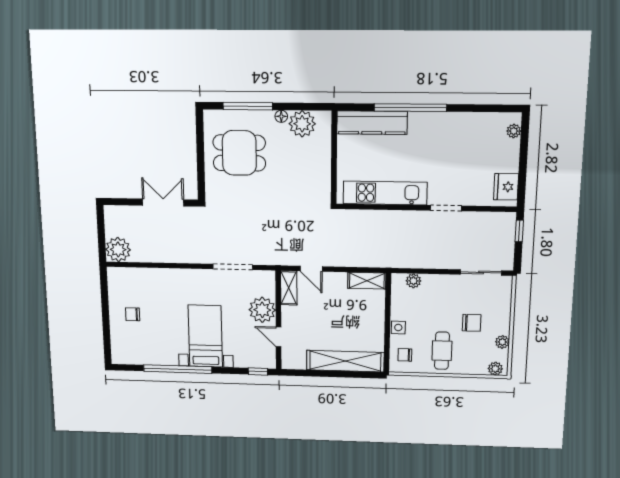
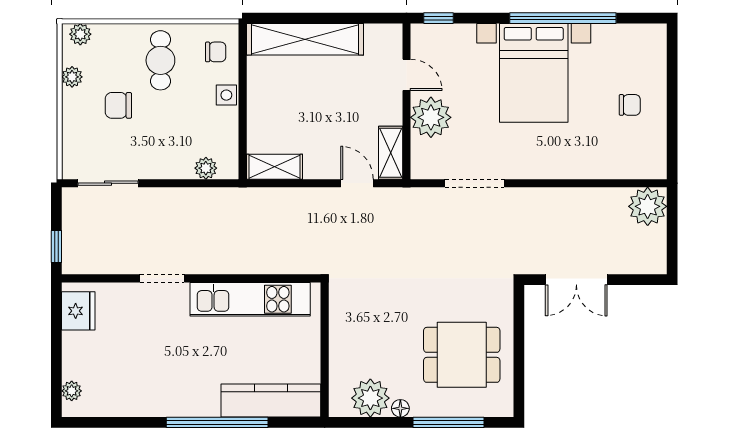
bed with nightstands: (205, 336) -> (534, 73), width x1.36

